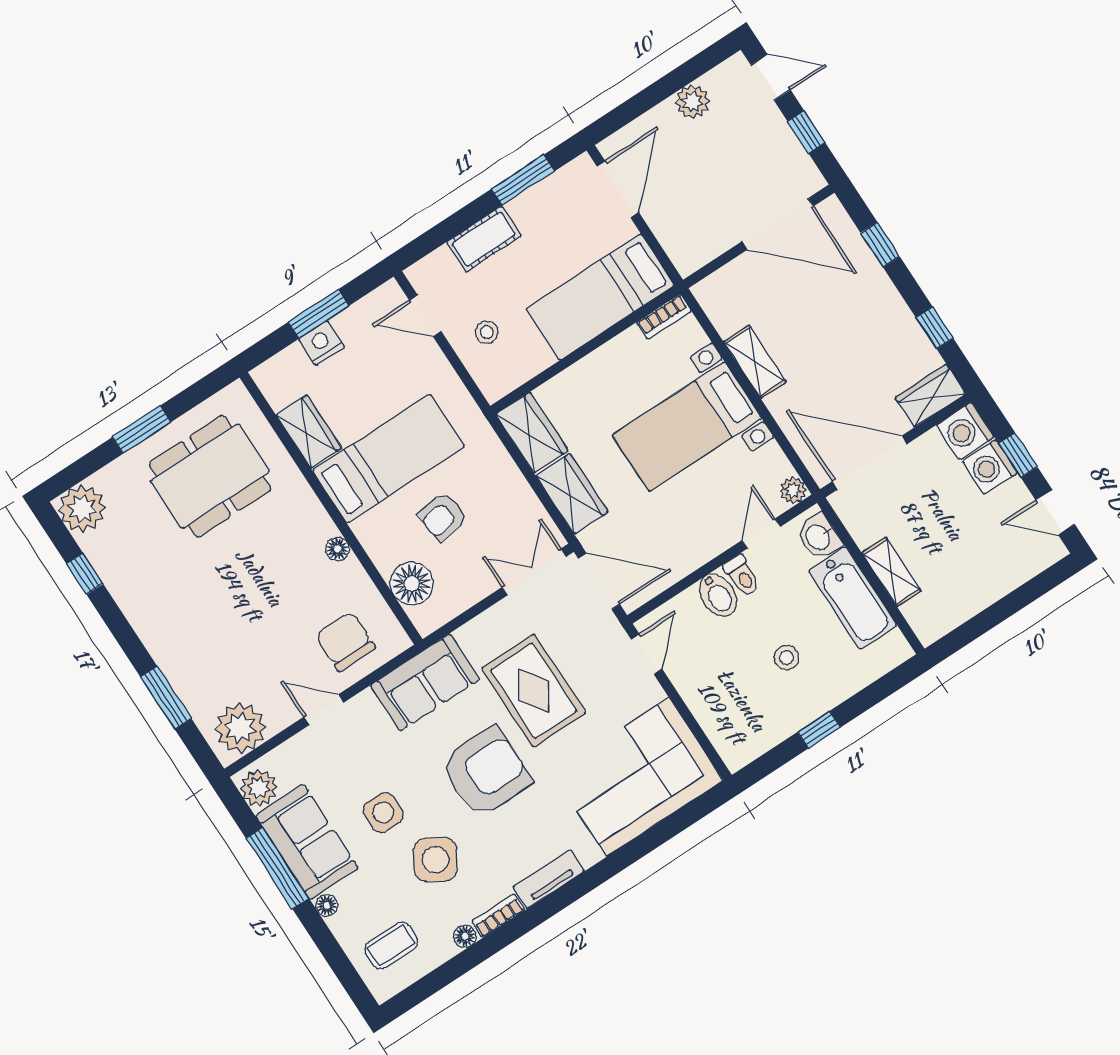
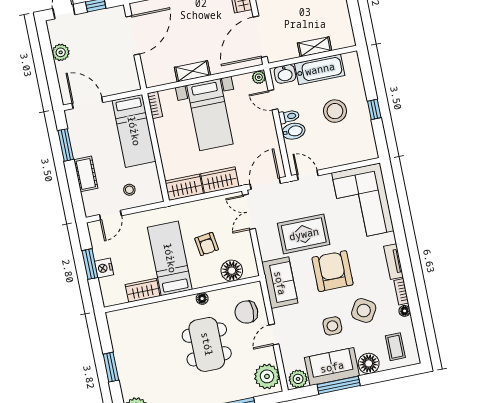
dining table: (210, 476) -> (207, 344), moved
stool: (786, 658) -> (335, 111), width x1.89, depth x1.89
floor lamp: (327, 905) -> (369, 363), width x1.89, depth x1.89

